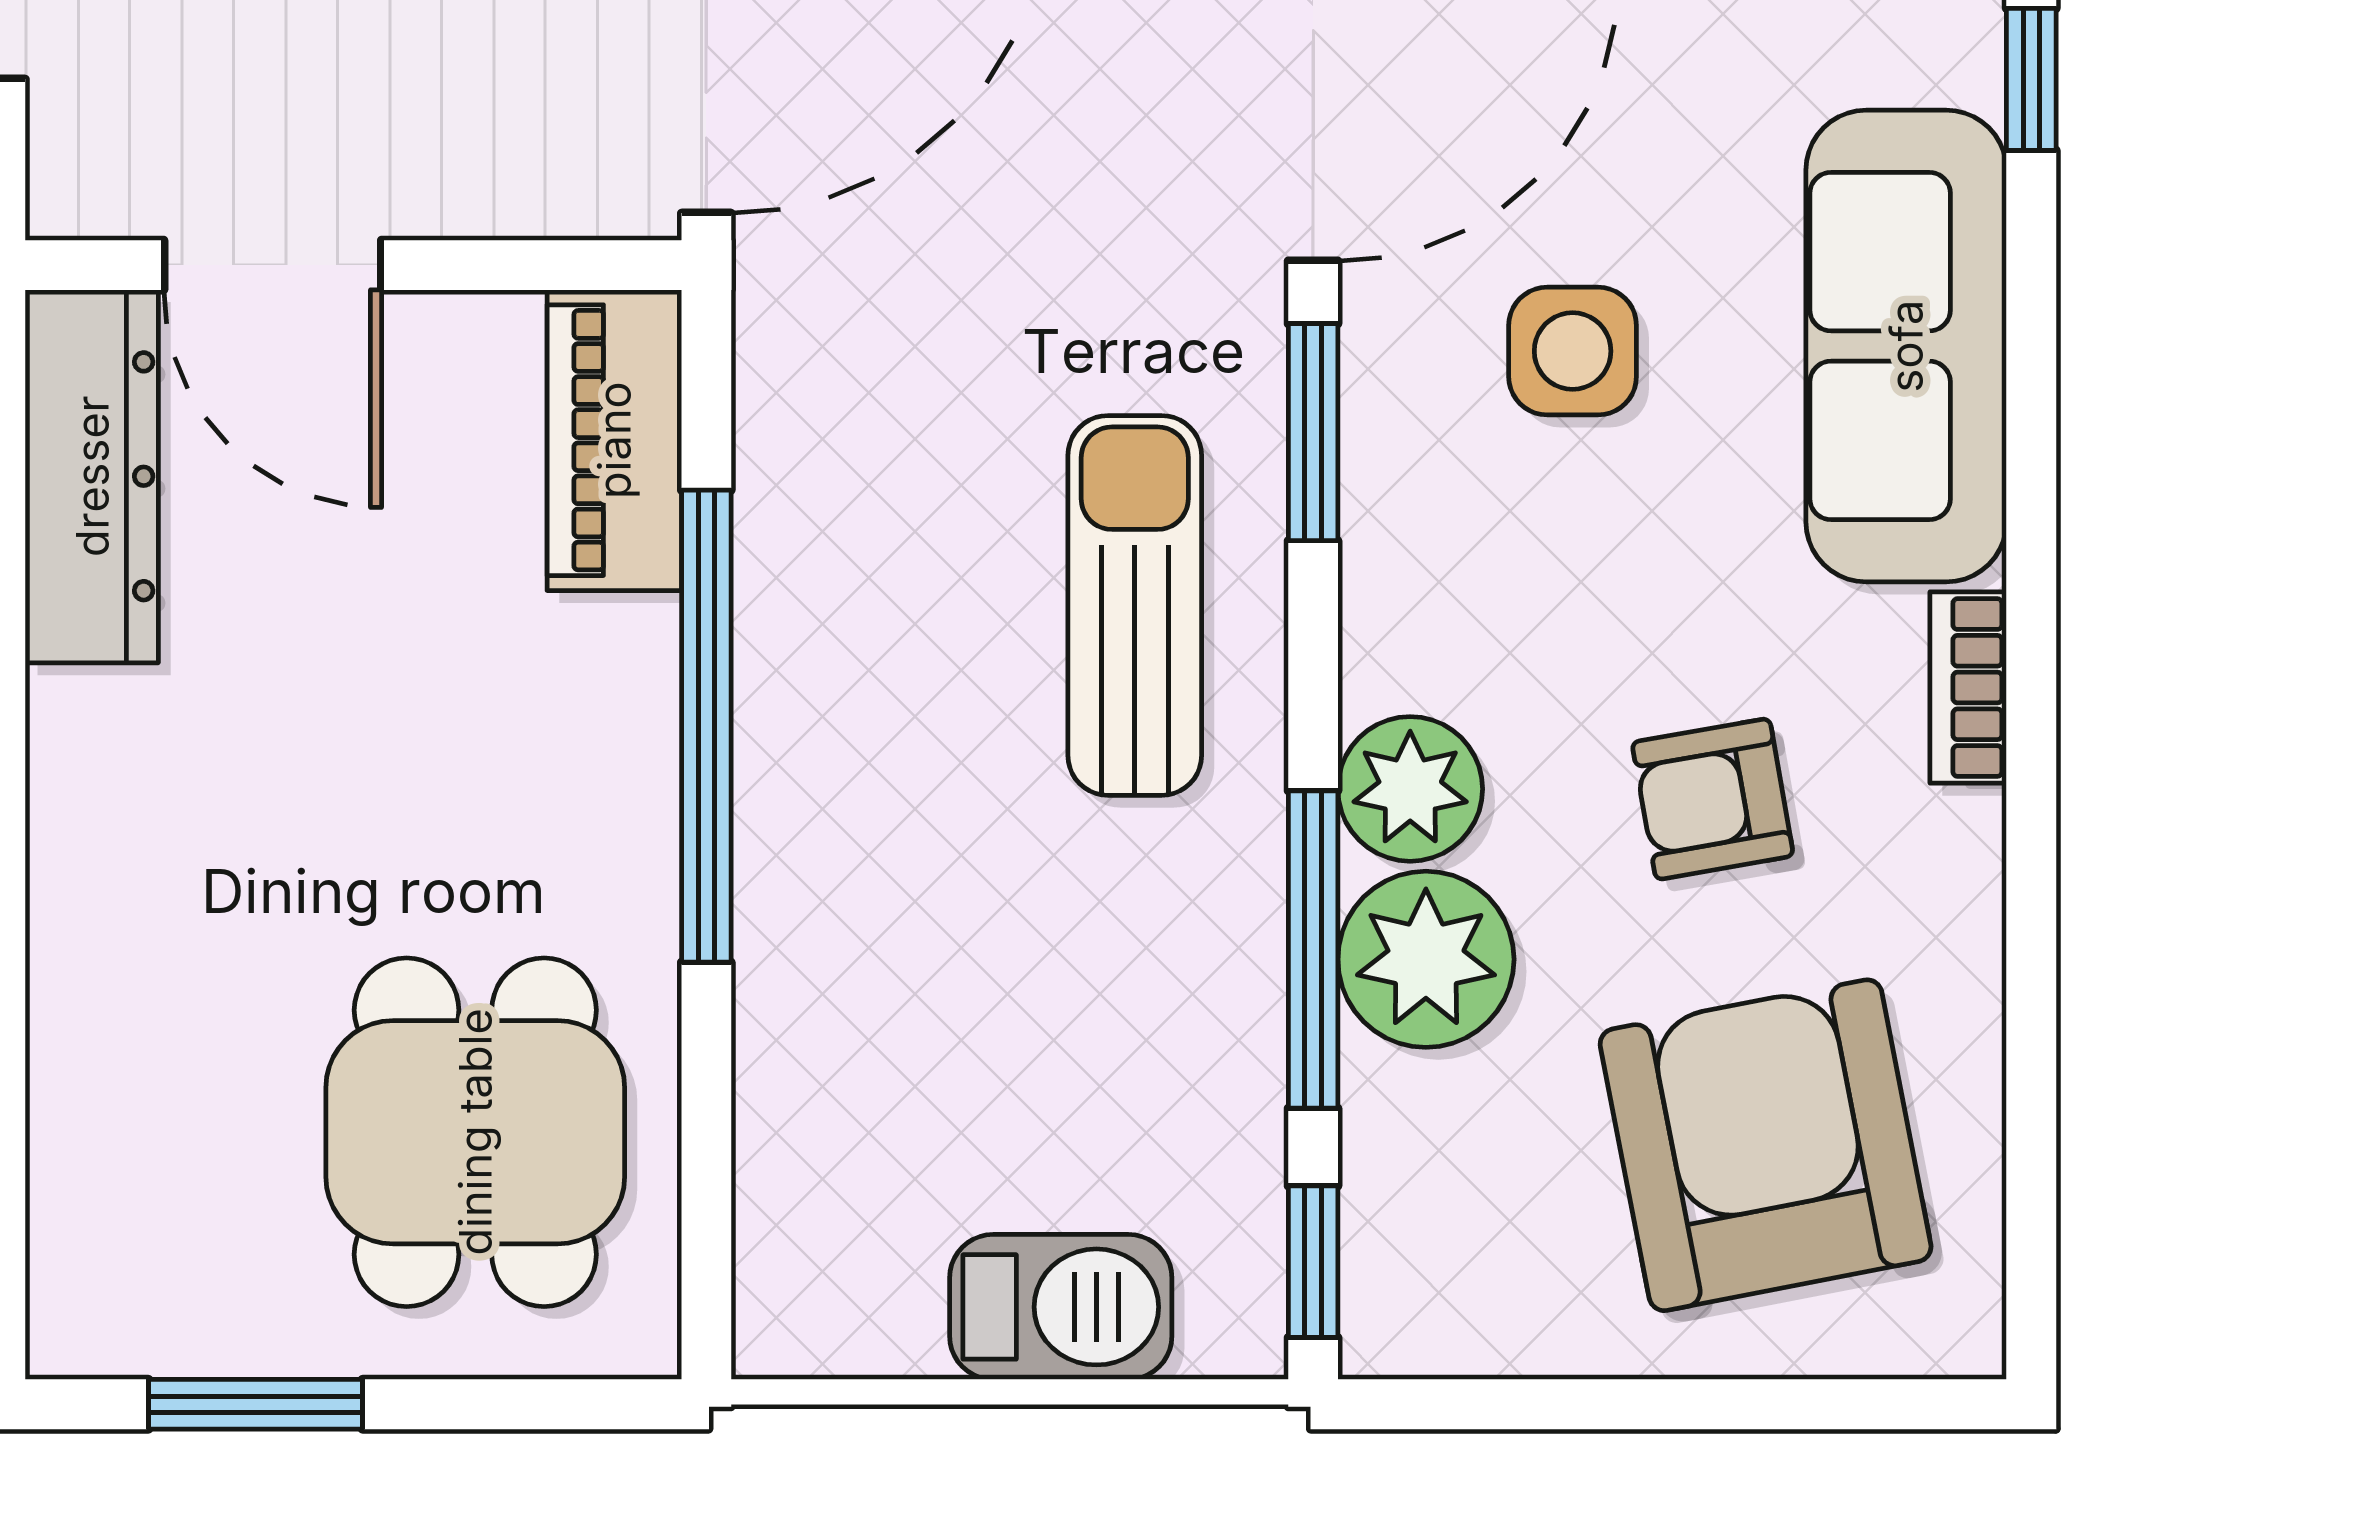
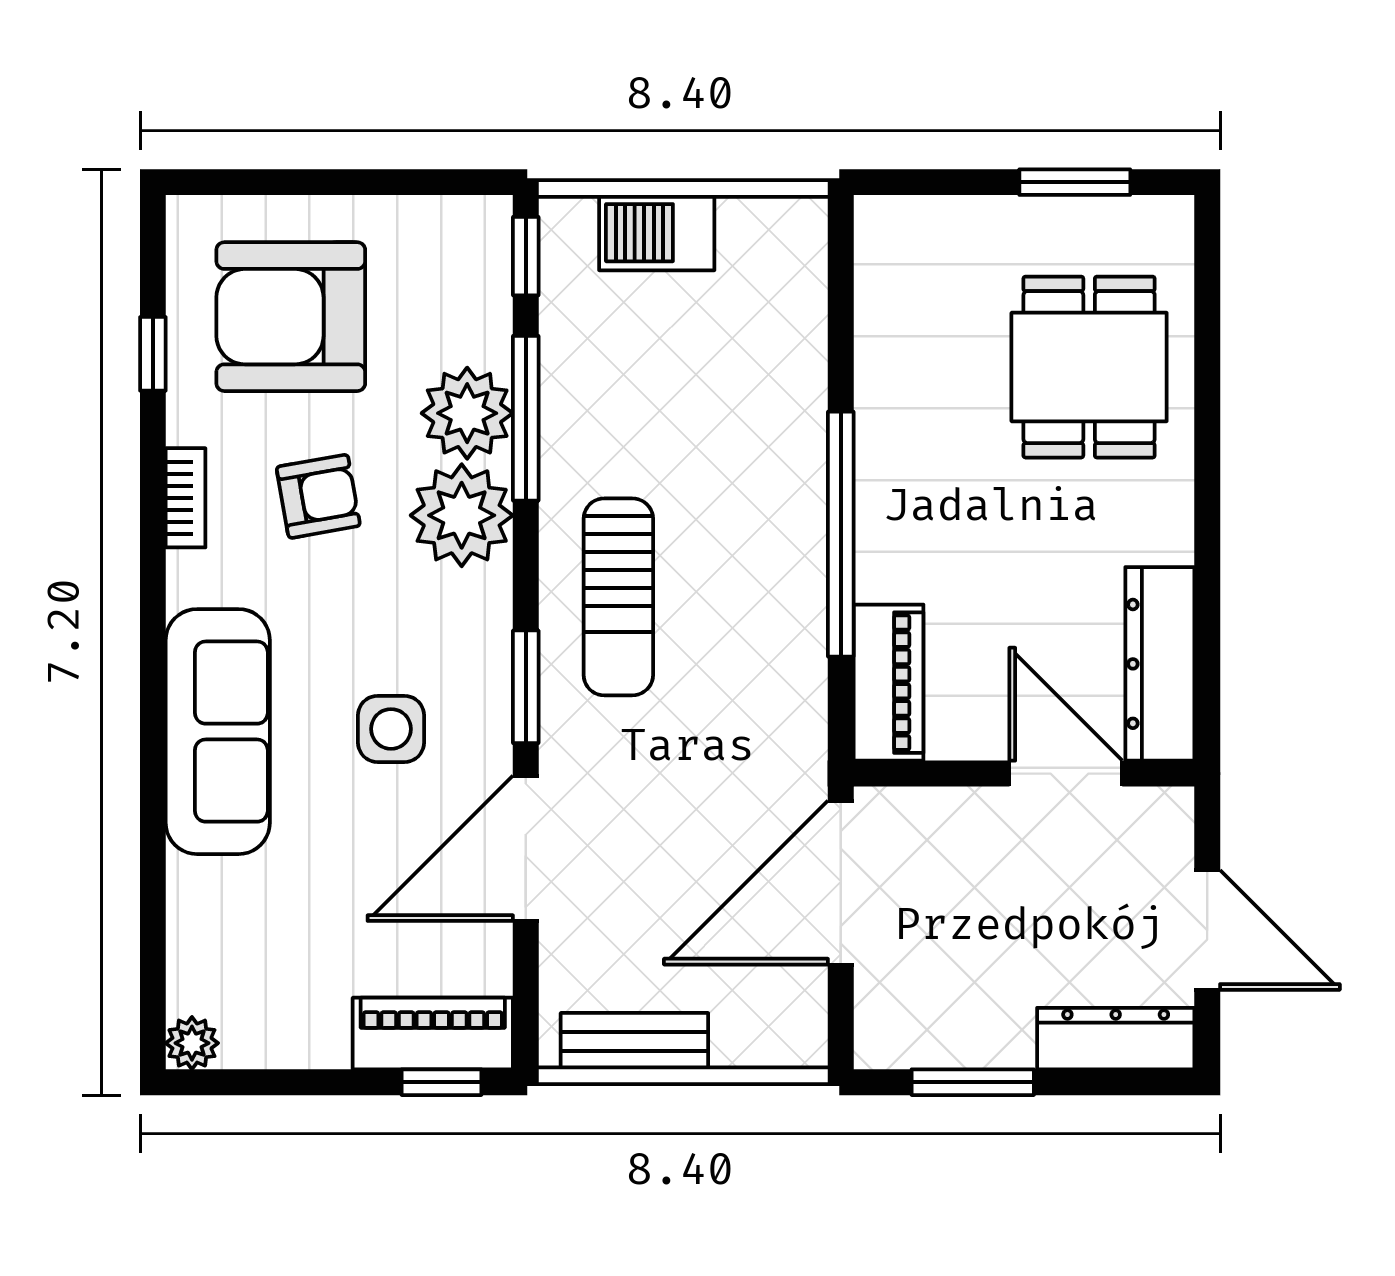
window: (2031, 79) -> (153, 354), moved
bookcase: (1968, 688) -> (186, 498), moved
plant: (1410, 789) -> (462, 515), width x1.36, depth x1.36
dining table: (475, 1132) -> (1089, 367), moved
armchair: (1766, 1145) -> (291, 317), turned 101

